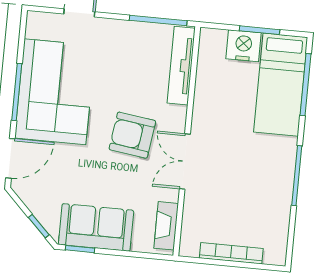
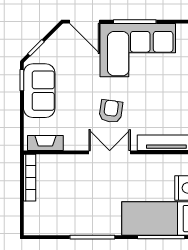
armchair: (132, 135) -> (111, 111), width x0.72, depth x0.72
double door: (185, 161) -> (110, 152), moved
bookcase: (231, 253) -> (30, 178), moved

